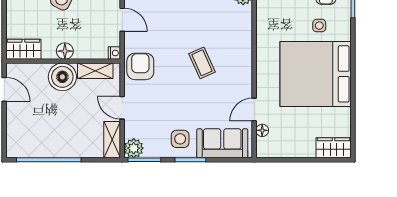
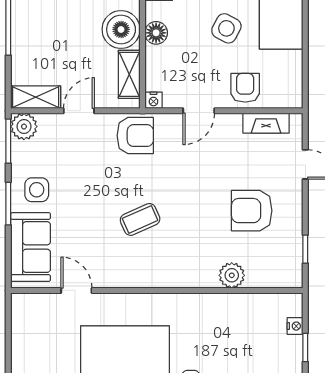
floor lamp: (262, 130) -> (48, 301), removed

